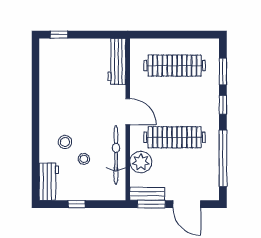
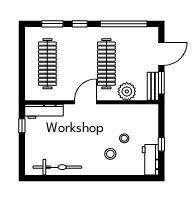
window: (59, 35) -> (22, 126), moved
bicycle: (116, 155) -> (57, 167), moved, turned 180
workbench: (49, 182) -> (150, 160), moved, turned -90

